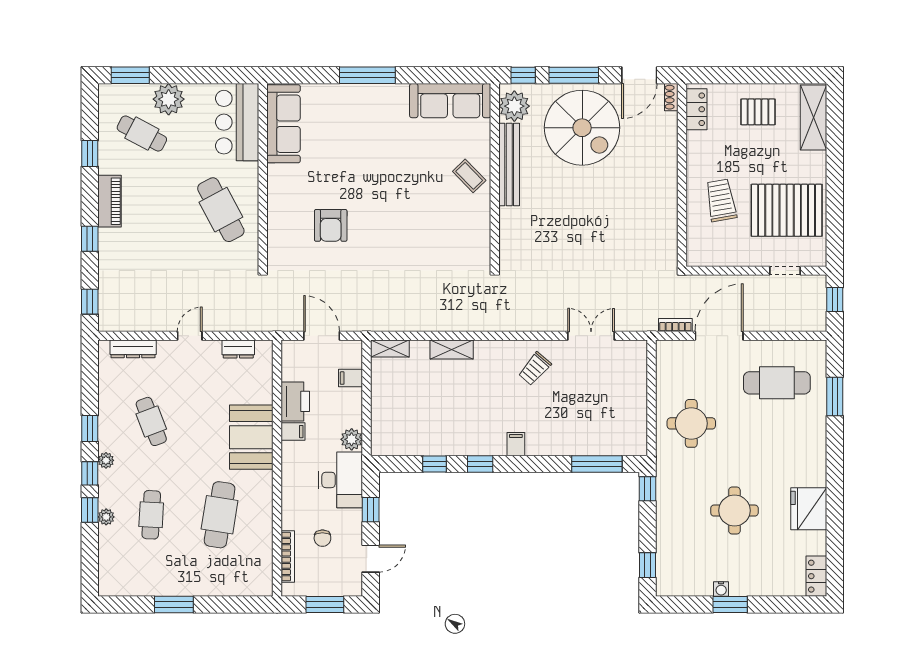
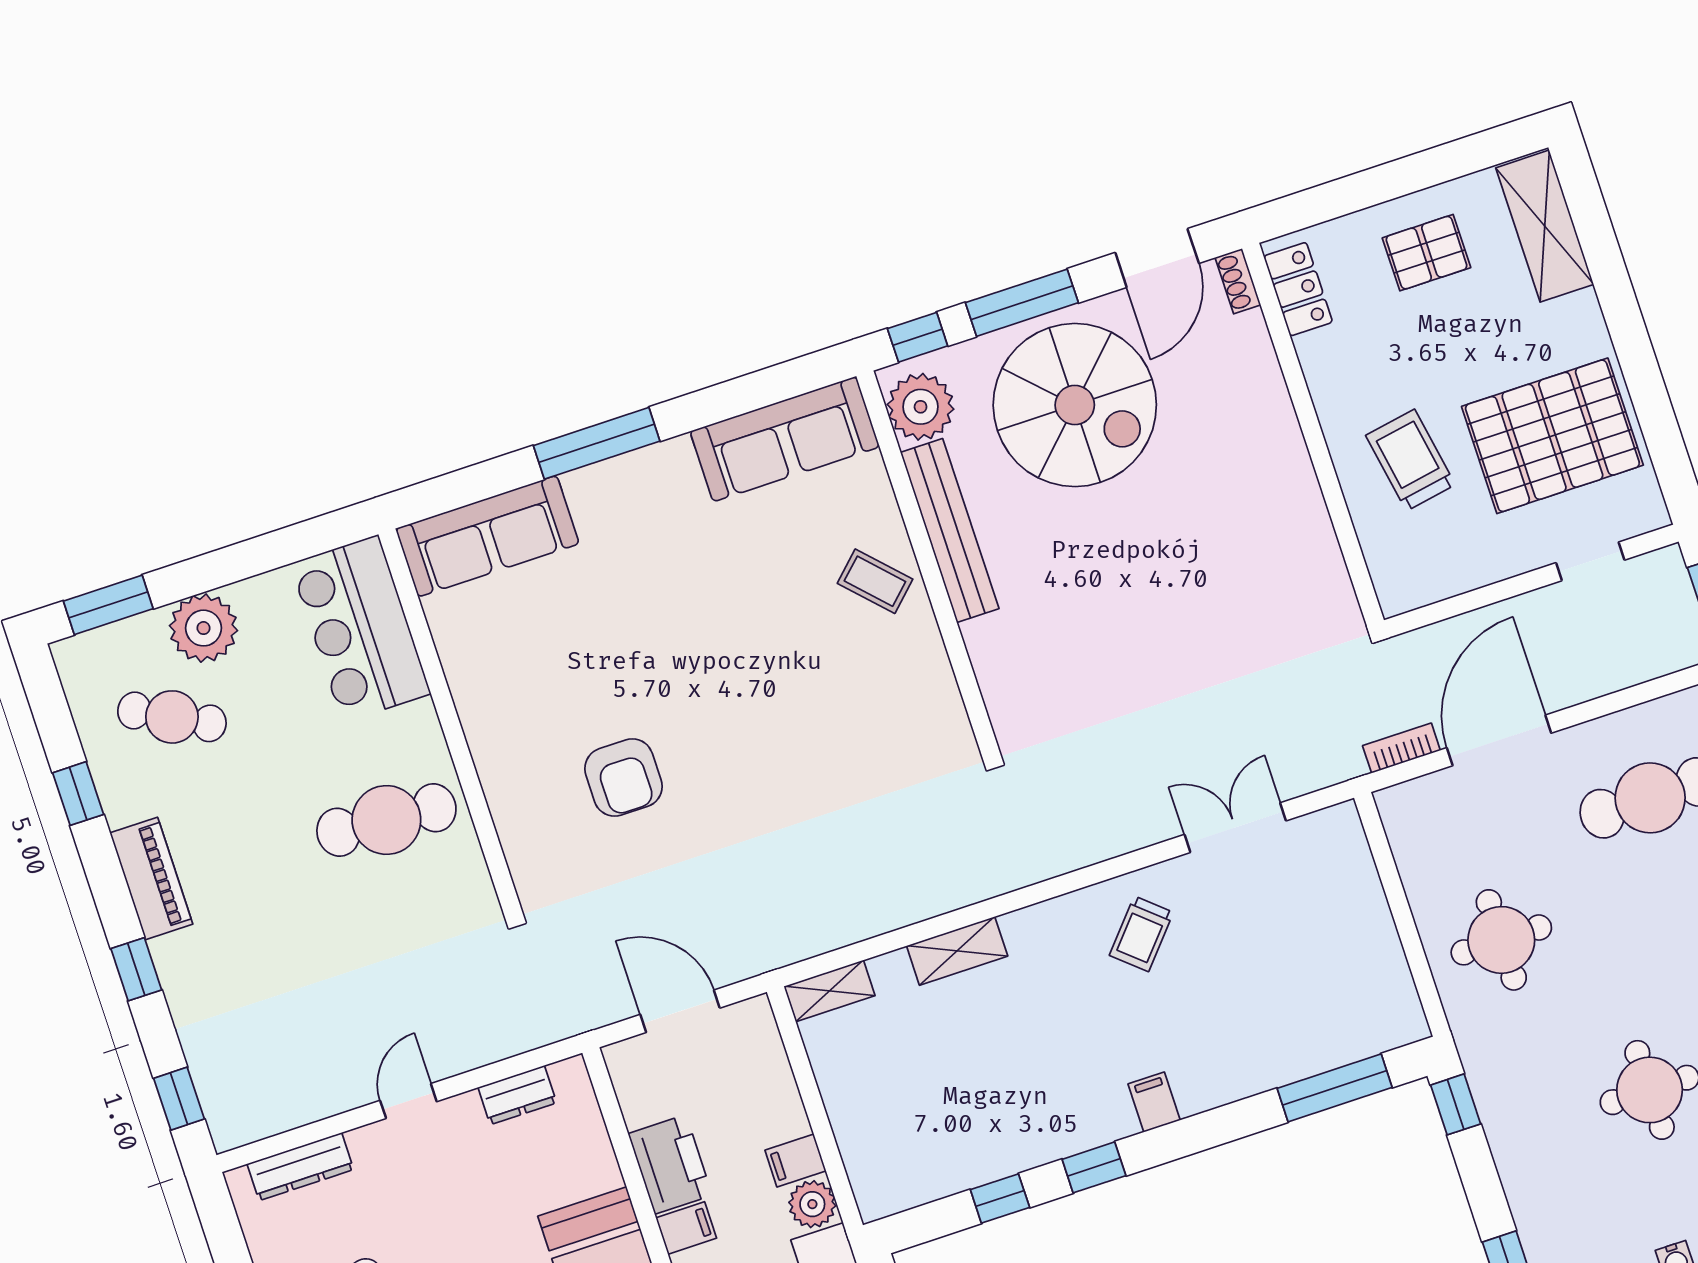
sofa: (283, 124) -> (487, 536), moved, turned 90
cafe table: (221, 210) -> (386, 820), turned -58
filing cabinet: (351, 378) -> (796, 1161), moved

